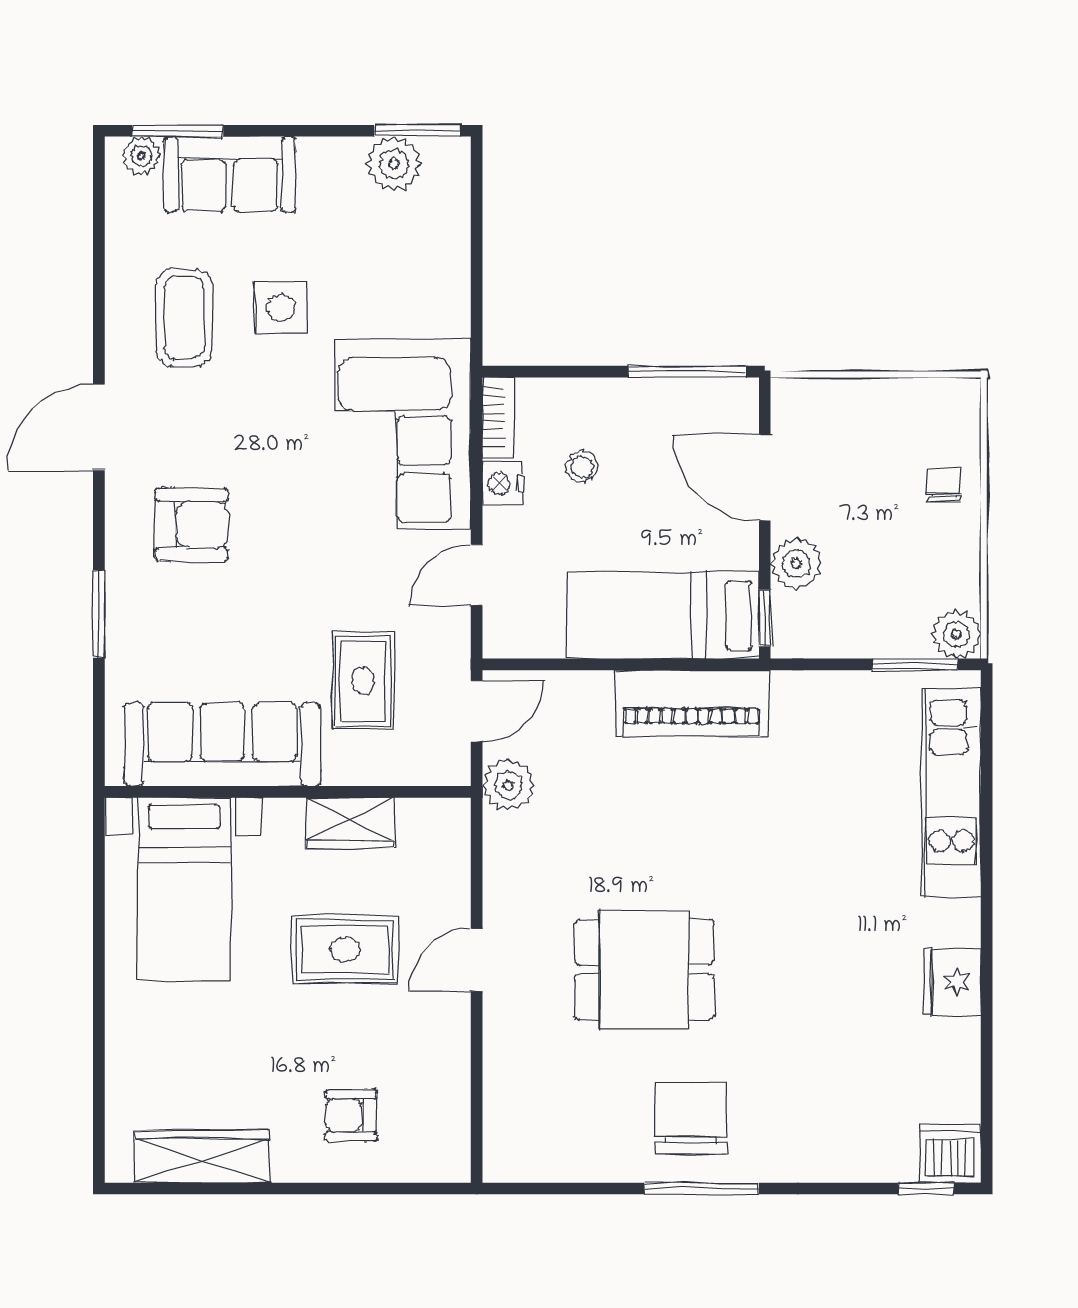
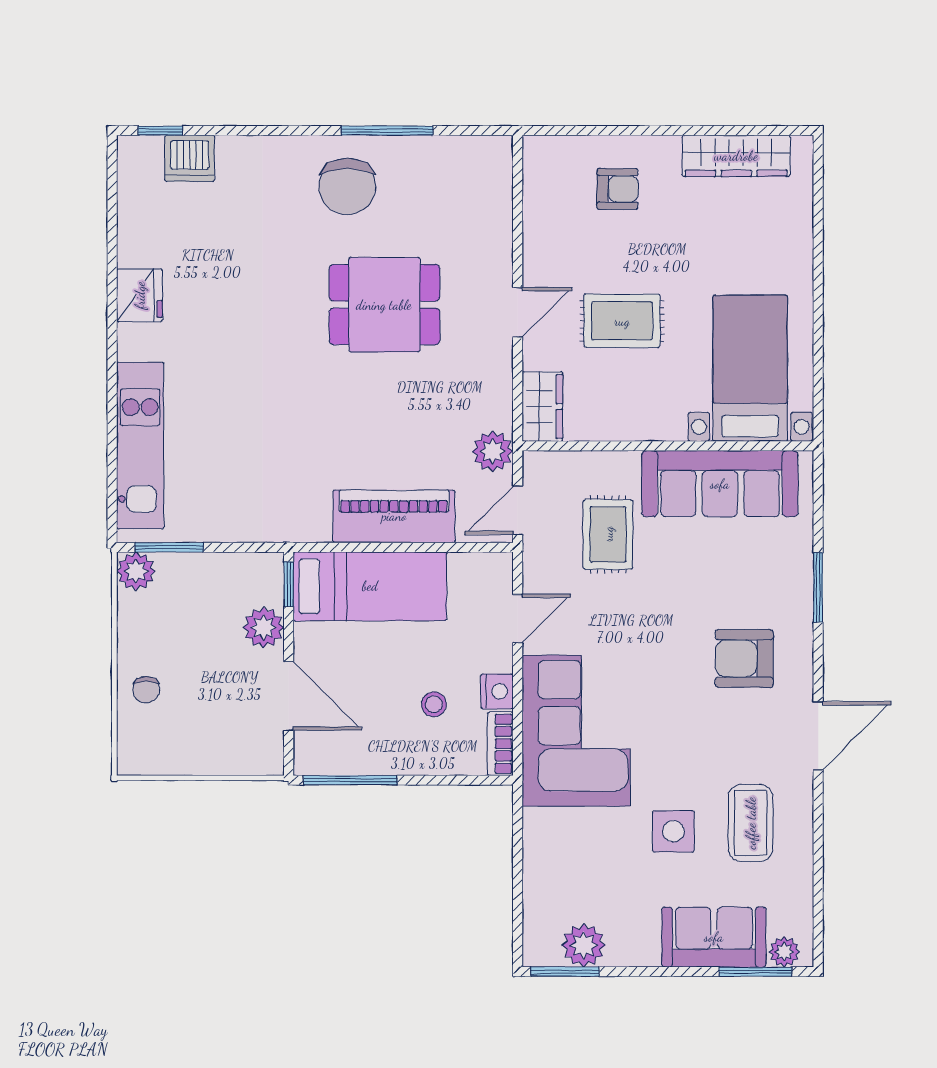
piano: (692, 703) -> (394, 516), moved
wardrobe: (350, 823) -> (542, 407), moved, turned 90
dishwasher: (950, 1154) -> (190, 158), moved
window: (702, 1189) -> (387, 131), moved

